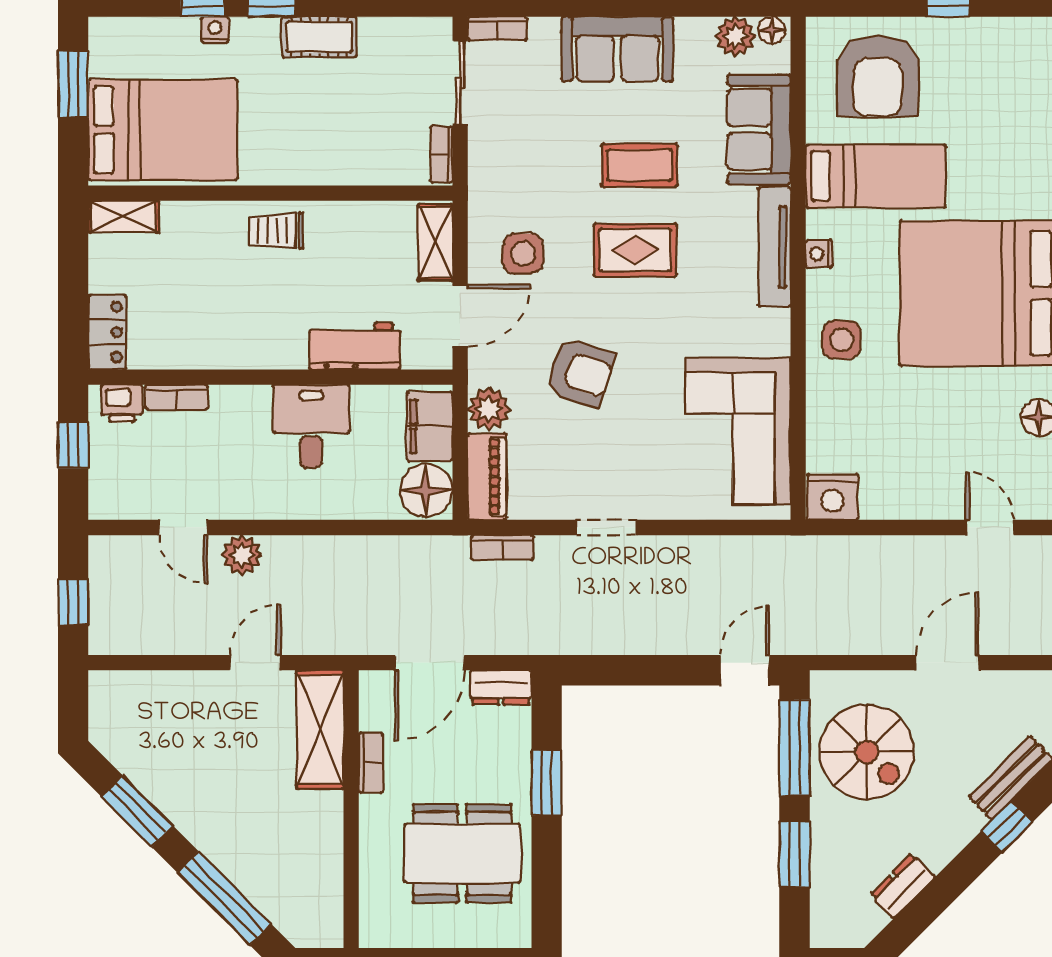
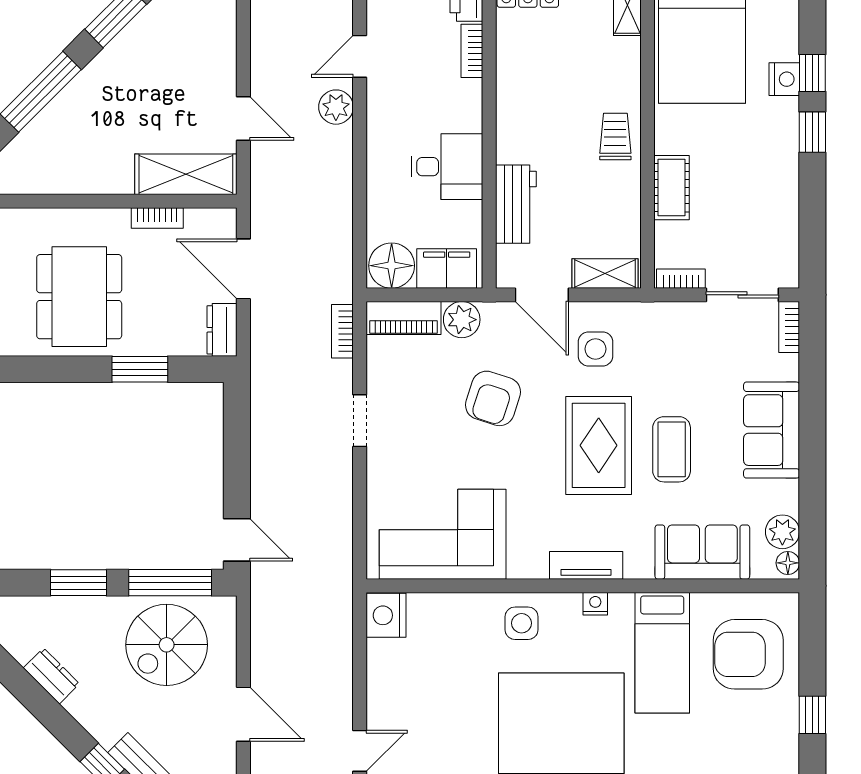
nightstand: (215, 30) -> (784, 79), width x1.39, depth x1.35
cot: (319, 37) -> (671, 188), moved
tv unit: (774, 247) -> (586, 565), width x0.71
rug: (635, 250) -> (599, 445), width x1.36, depth x1.43

